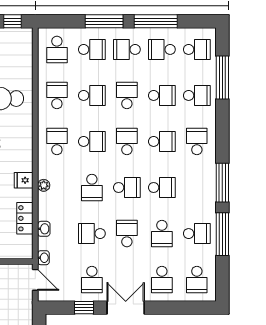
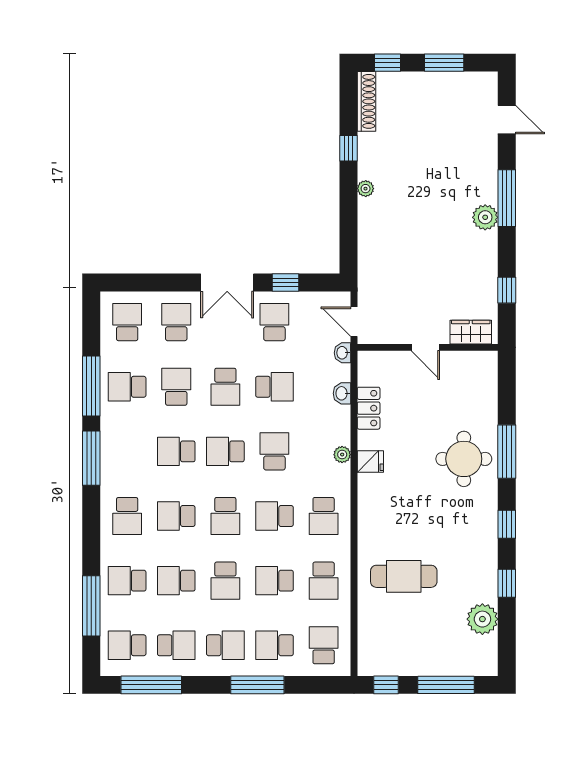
window: (156, 21) -> (151, 685), moved

